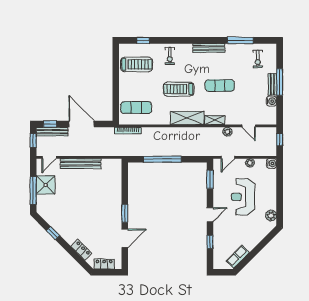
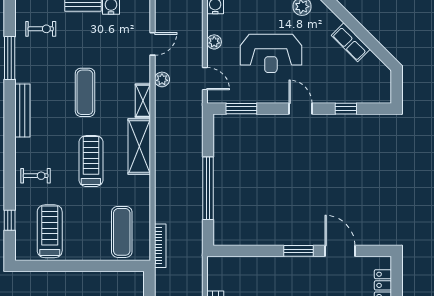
treadmill: (179, 89) -> (91, 161), turned 180
row of seats: (238, 257) -> (351, 42), moved

